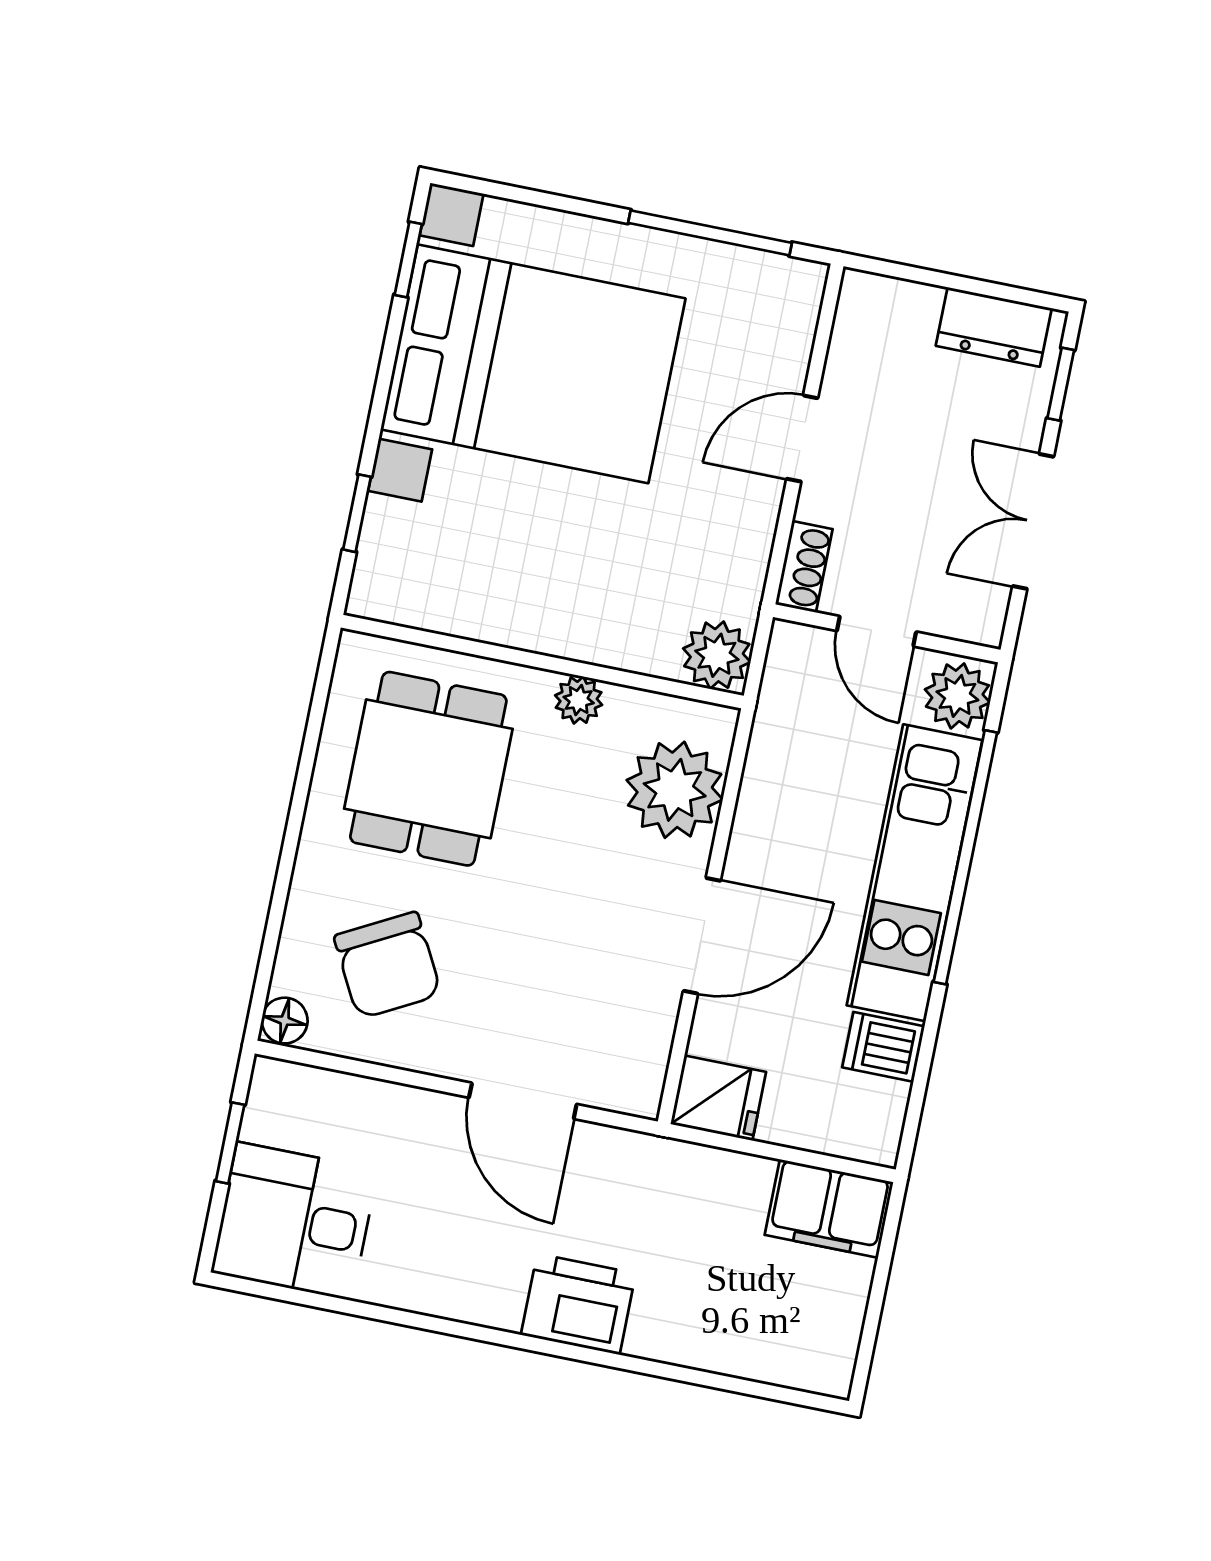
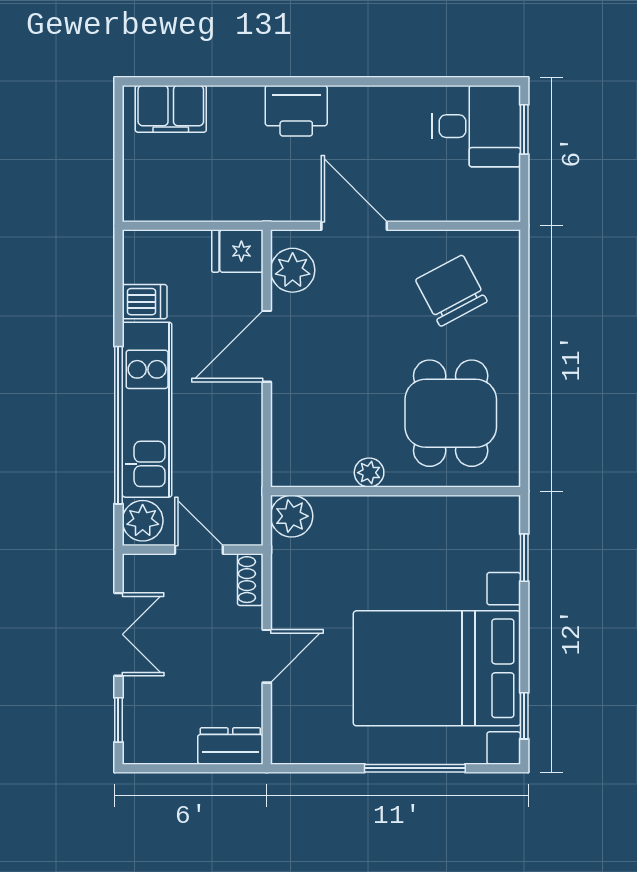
window: (710, 233) -> (415, 768), moved
dresser: (994, 327) -> (230, 746), moved
plant: (675, 790) -> (293, 270), moved, width x0.73, depth x0.73
floor lamp: (285, 1021) -> (506, 245), removed
window: (230, 1143) -> (524, 129), moved
filing cabinet: (829, 1208) -> (171, 109), moved, turned 180

